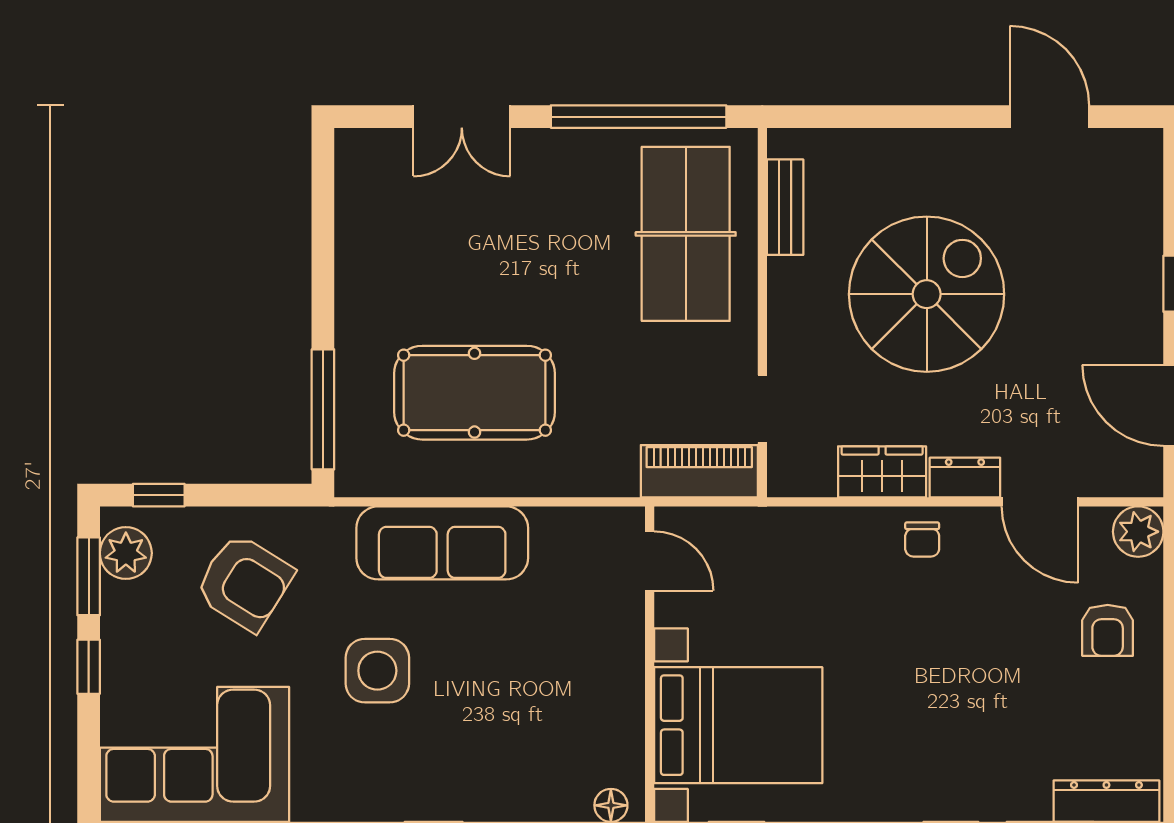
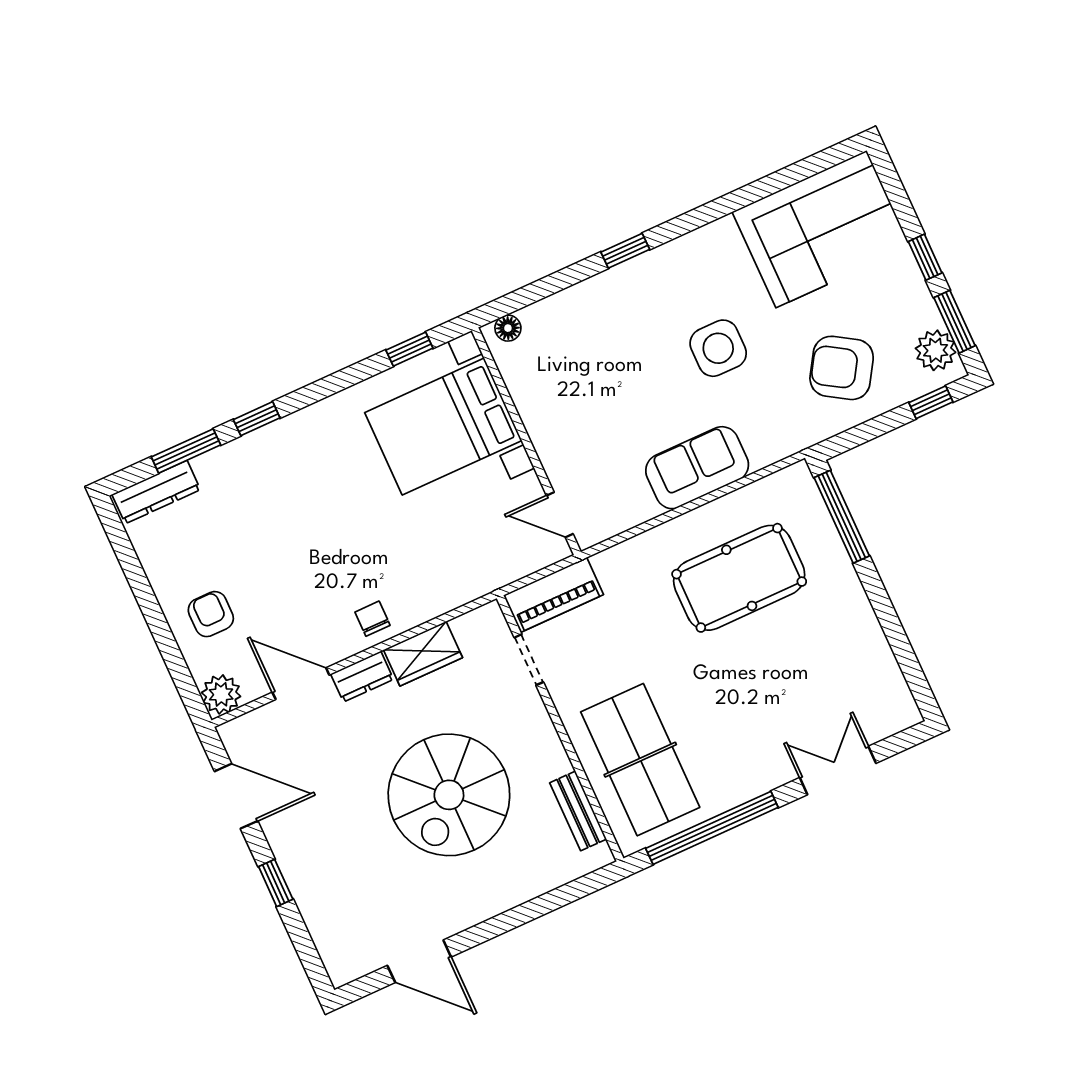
sofa: (442, 543) -> (697, 468), width x0.73

